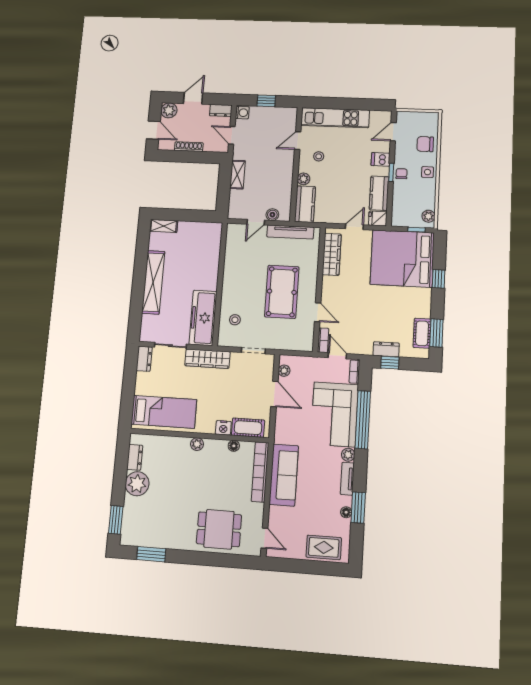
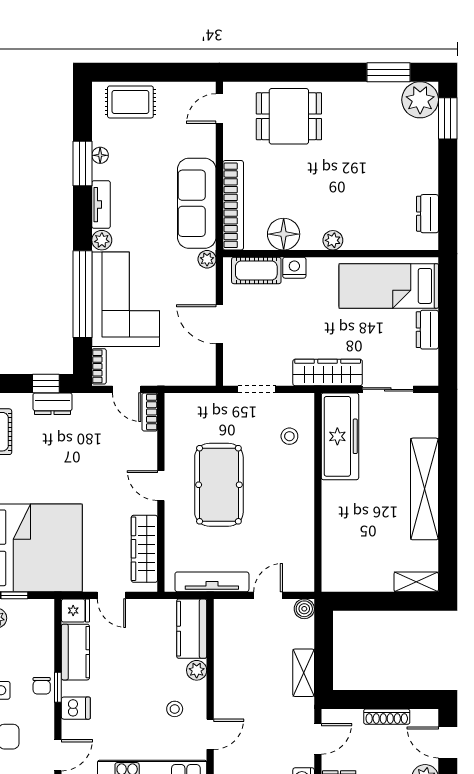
door: (232, 135) -> (318, 739), hinge flipped
boiler: (272, 215) -> (304, 609), moved
door: (354, 227) -> (111, 595), hinge flipped
door: (318, 312) -> (161, 486), moved
dresser: (144, 359) -> (427, 330), moved
plant: (284, 371) -> (207, 259), moved
floor lamp: (234, 446) -> (284, 234), width x1.89, depth x1.89
plant: (137, 484) -> (420, 100), moved
door: (264, 538) -> (219, 109), hinge flipped

